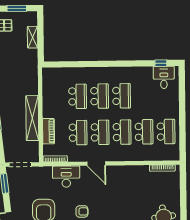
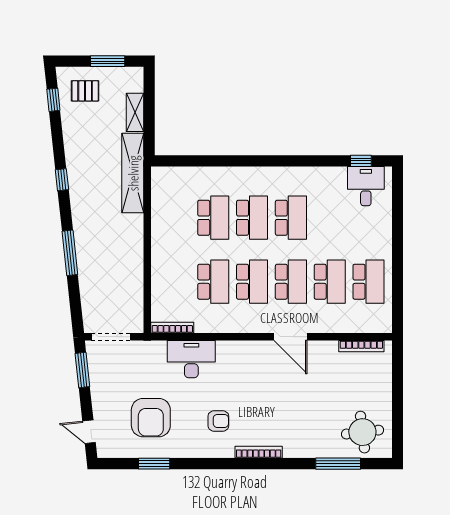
shelving: (32, 118) -> (133, 173), moved
piano: (48, 131) -> (161, 279), removed
door: (96, 164) -> (290, 337), moved

